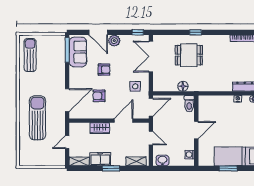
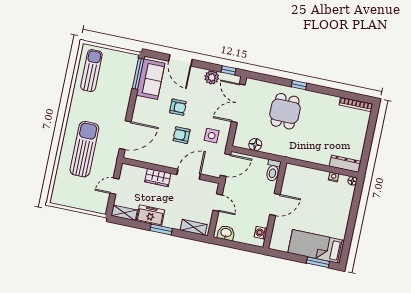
plant: (114, 41) -> (212, 77), moved
dining table: (189, 55) -> (285, 111), turned 90
floor lamp: (183, 86) -> (255, 145), moved
armchair: (99, 96) -> (182, 135), moved
window: (228, 168) -> (318, 262), moved

